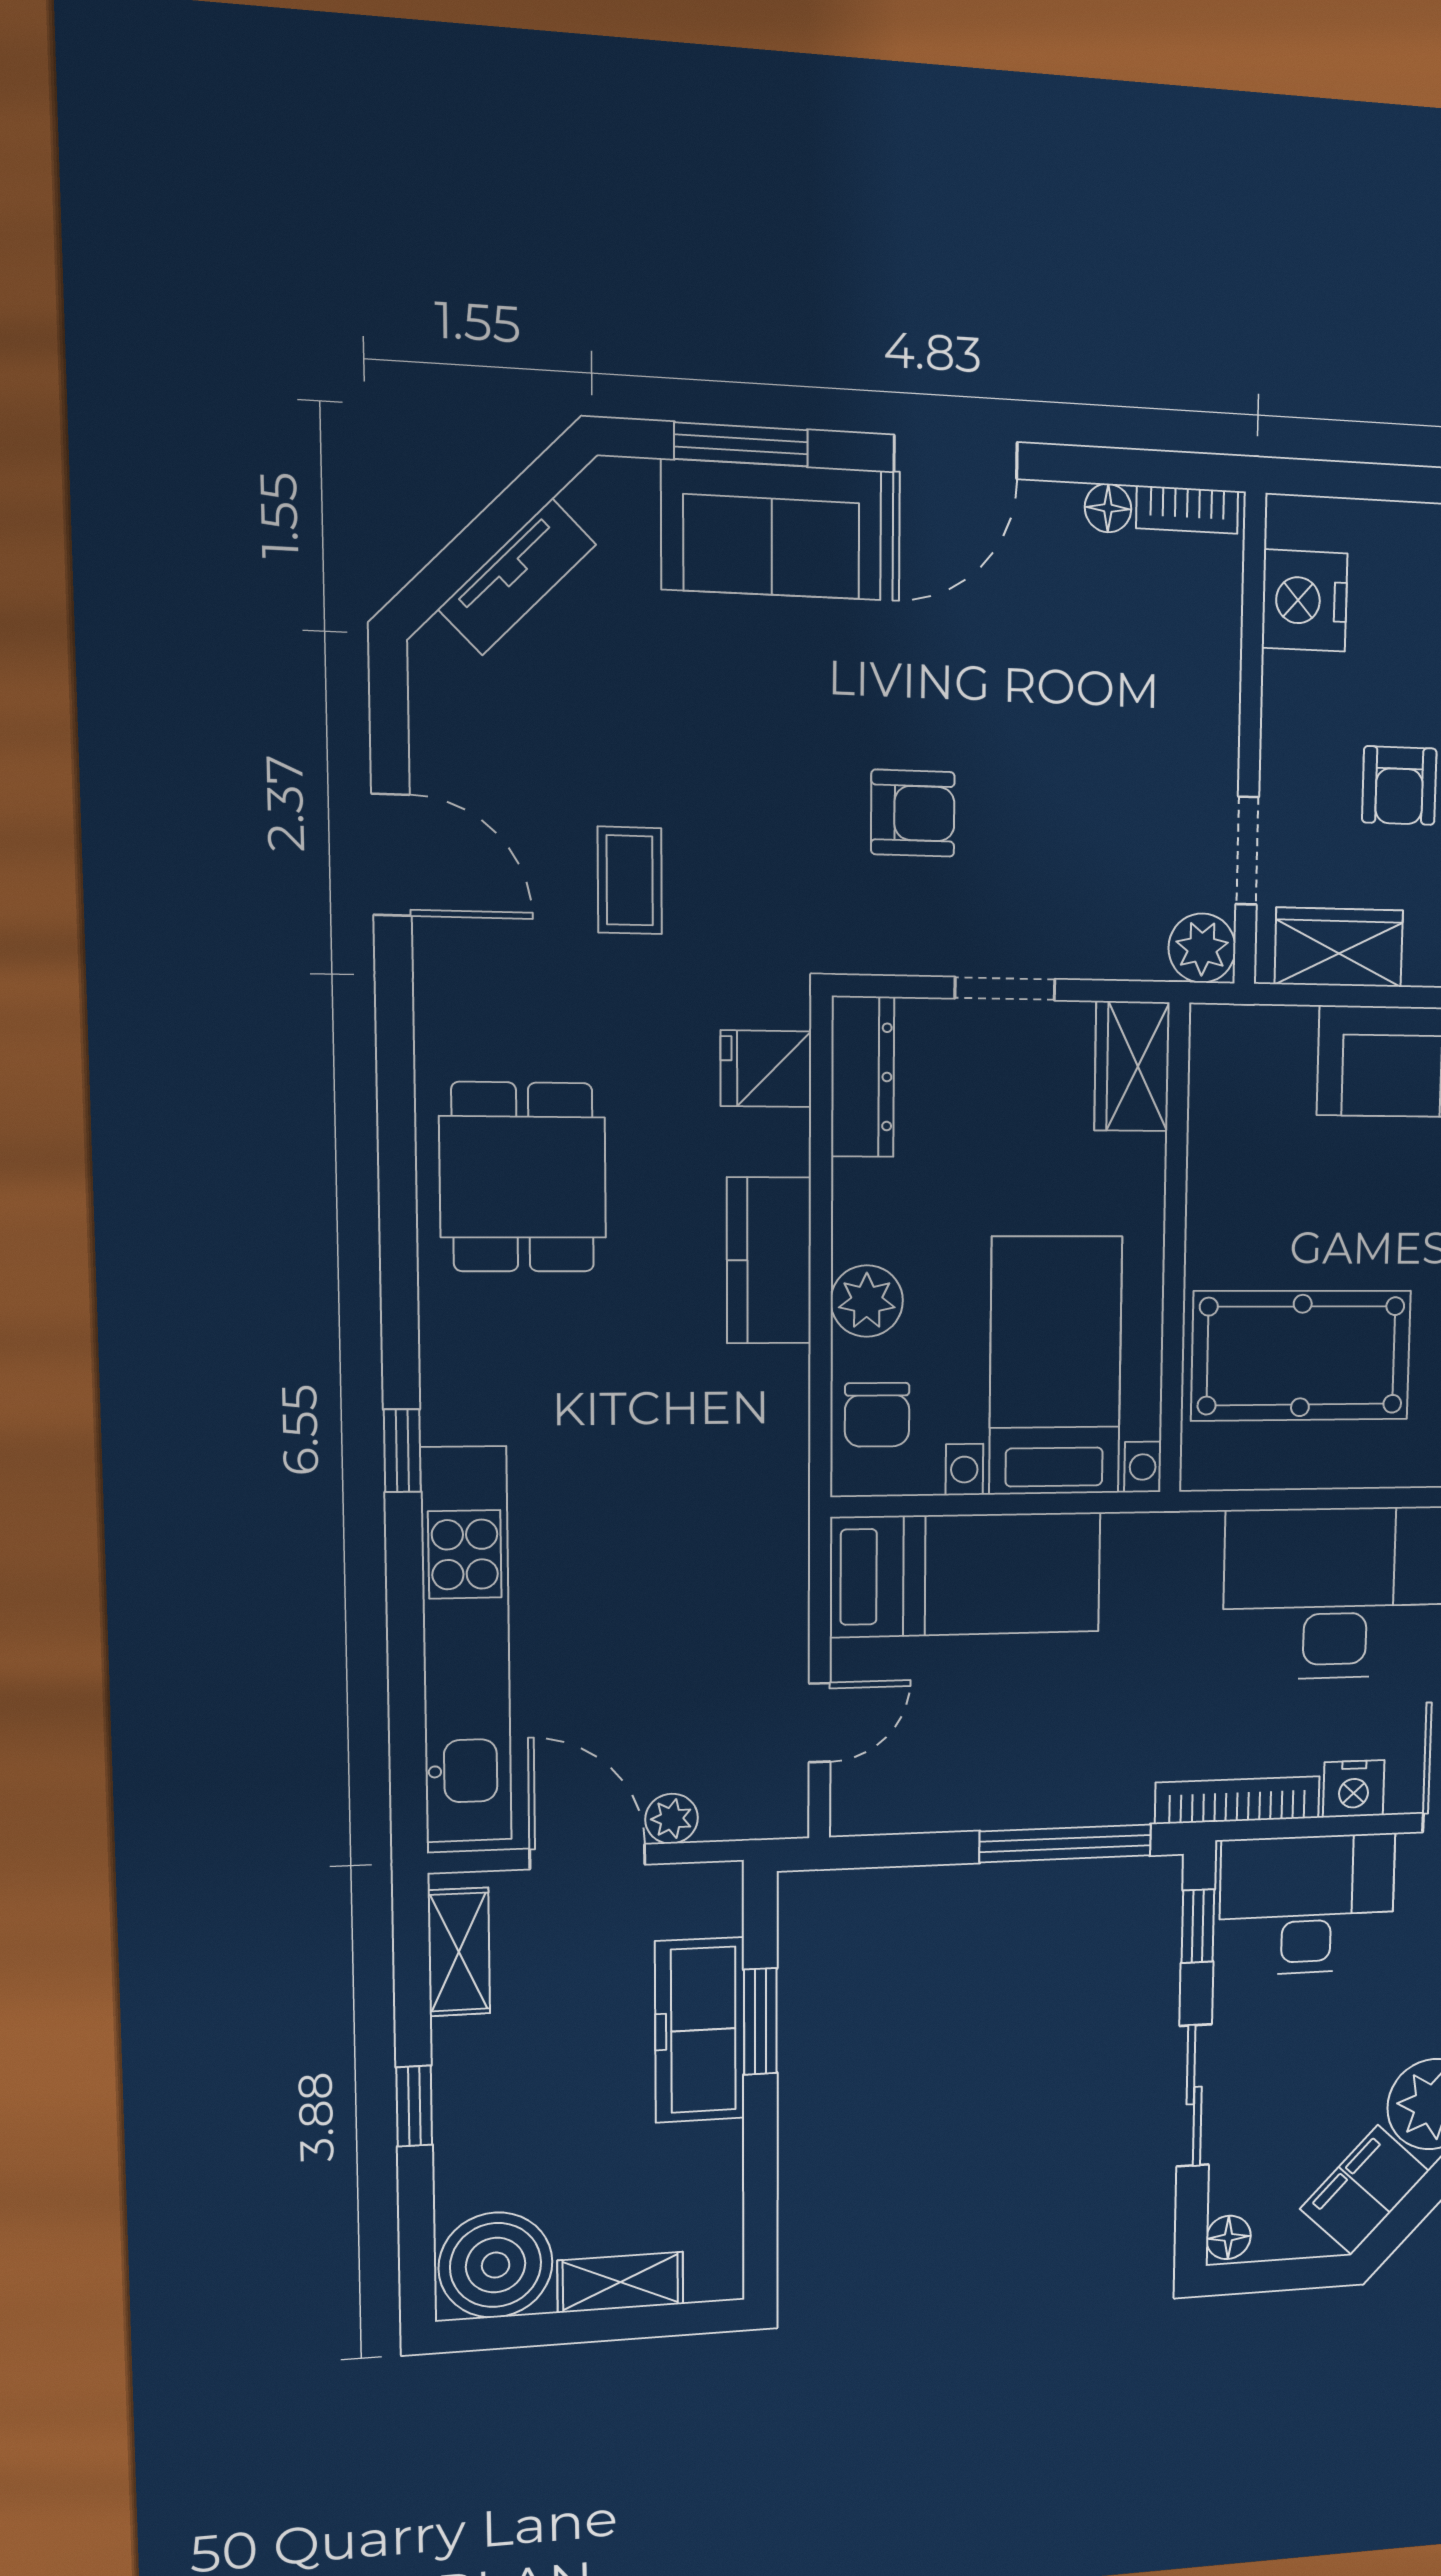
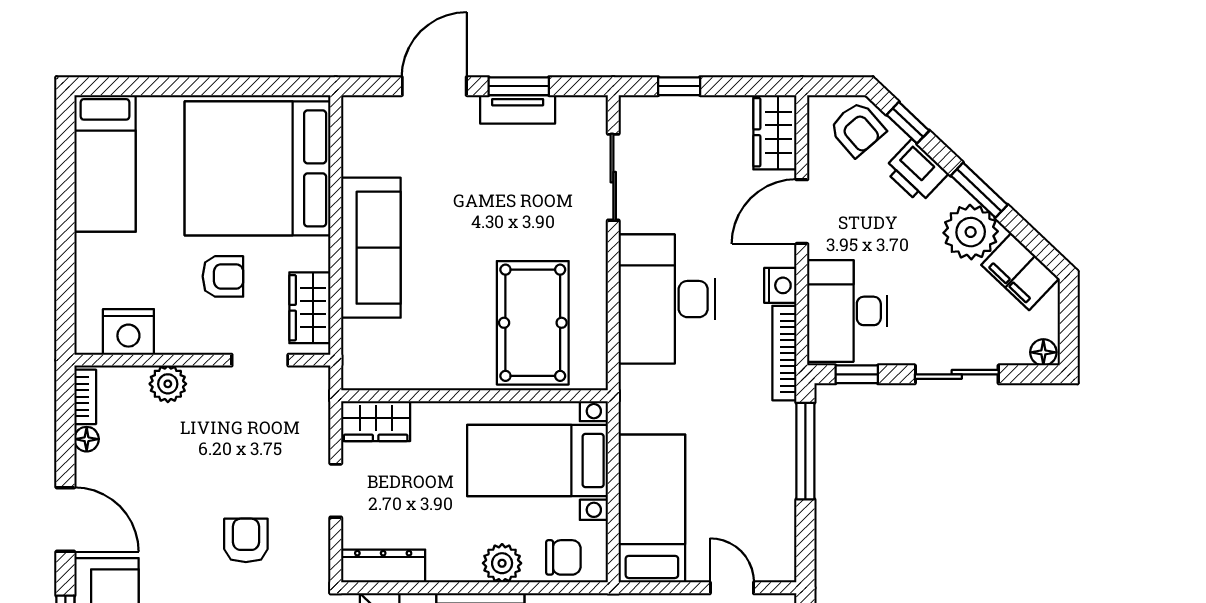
plant: (1202, 948) -> (168, 384), moved

